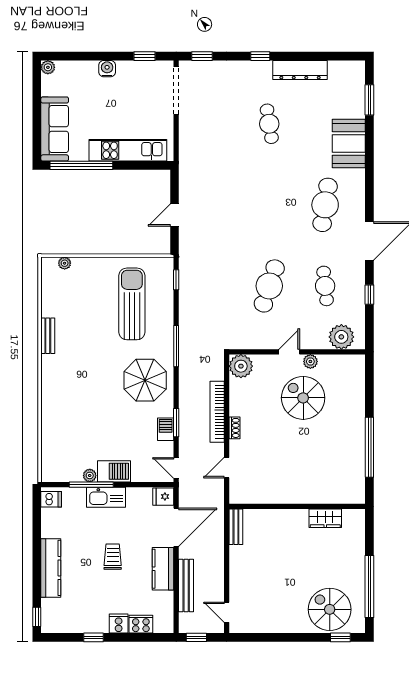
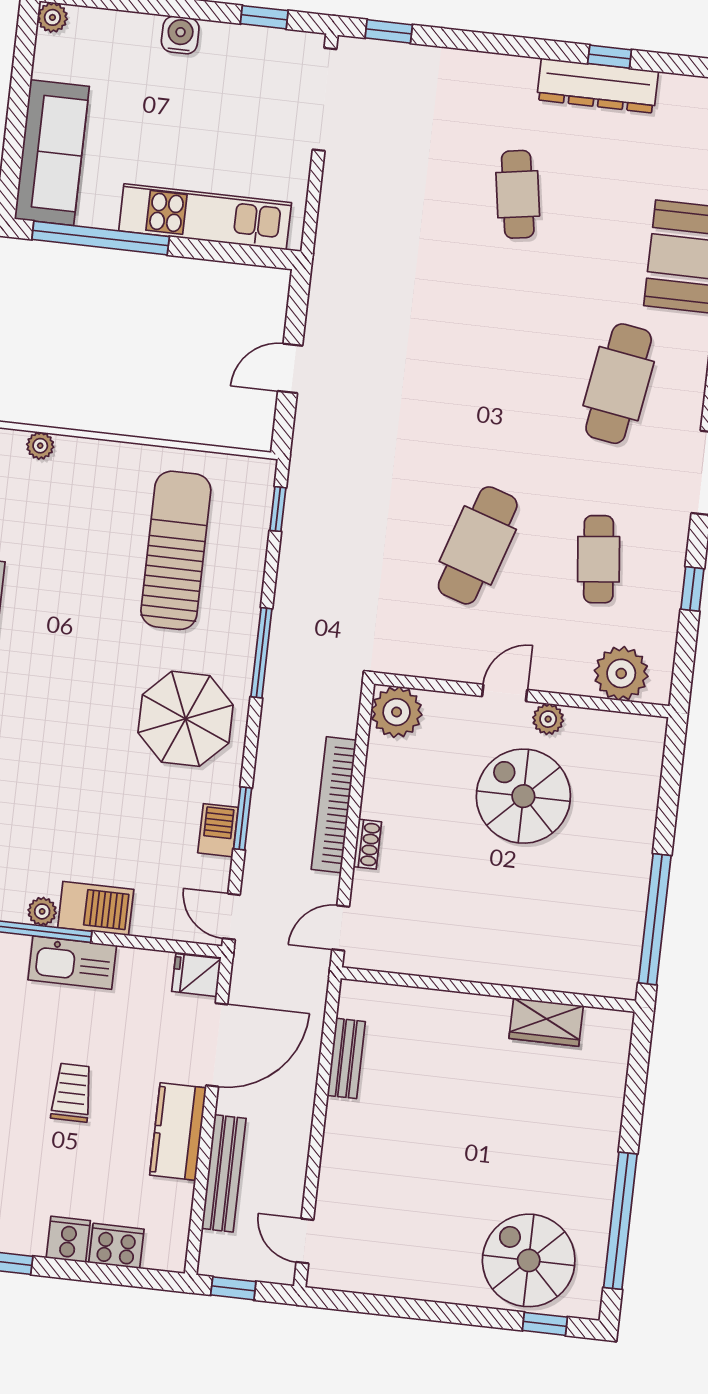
window: (260, 56) -> (610, 57), moved
wall: (297, 506) -> (488, 990), moved
wardrobe: (325, 518) -> (546, 1022), moved

